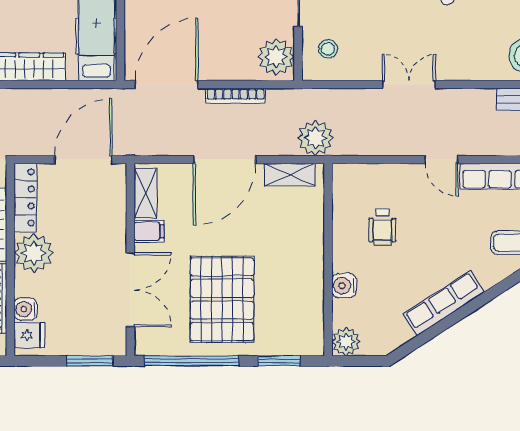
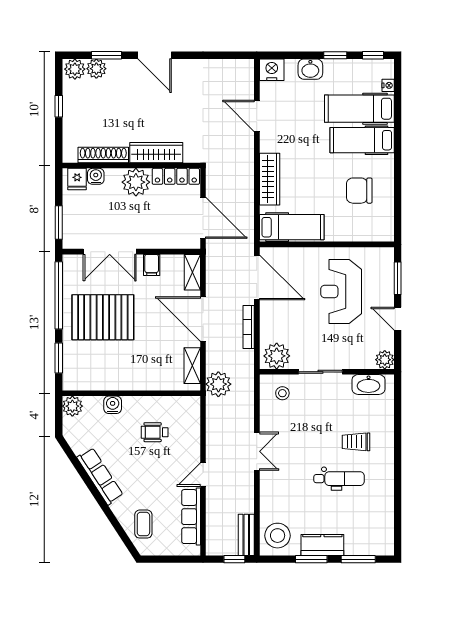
shelving: (145, 193) -> (192, 272), moved, turned 90

